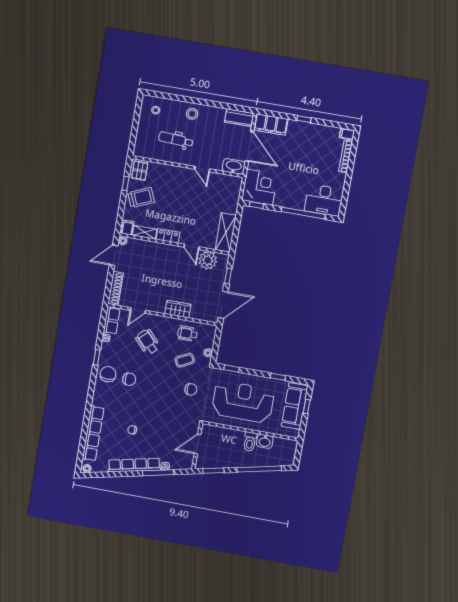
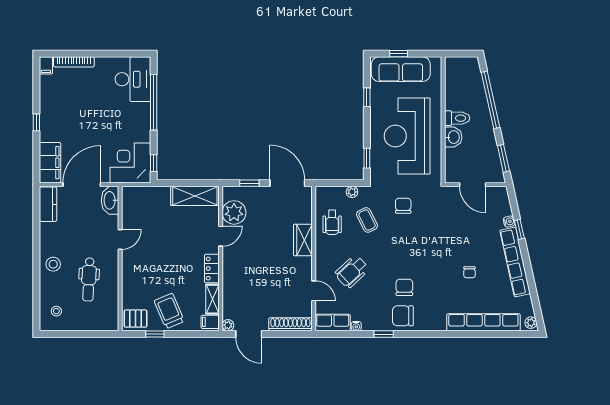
washbasin: (265, 441) -> (453, 137), moved
window: (158, 473) -> (519, 229), width x0.46

